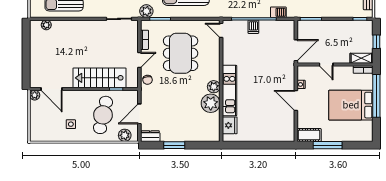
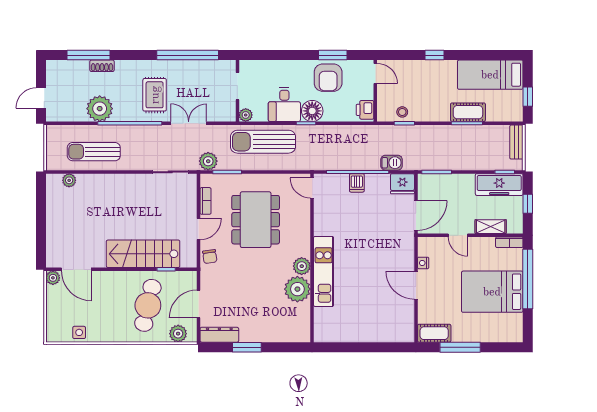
freezer: (356, 28) -> (499, 185), added
shelving: (361, 58) -> (491, 227), moved
side table: (71, 124) -> (79, 332), moved
fridge: (230, 125) -> (402, 184), moved, turned 90
dresser: (150, 136) -> (219, 335), width x1.44

